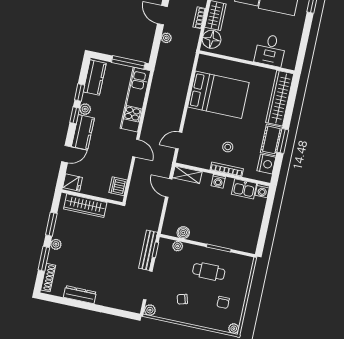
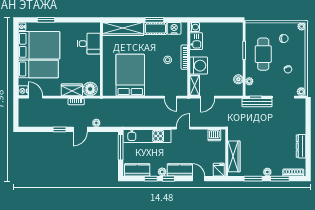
washing machine: (218, 181) -> (199, 66), width x1.89, depth x1.89
cafe table: (209, 272) -> (263, 54), width x1.37, depth x1.35

